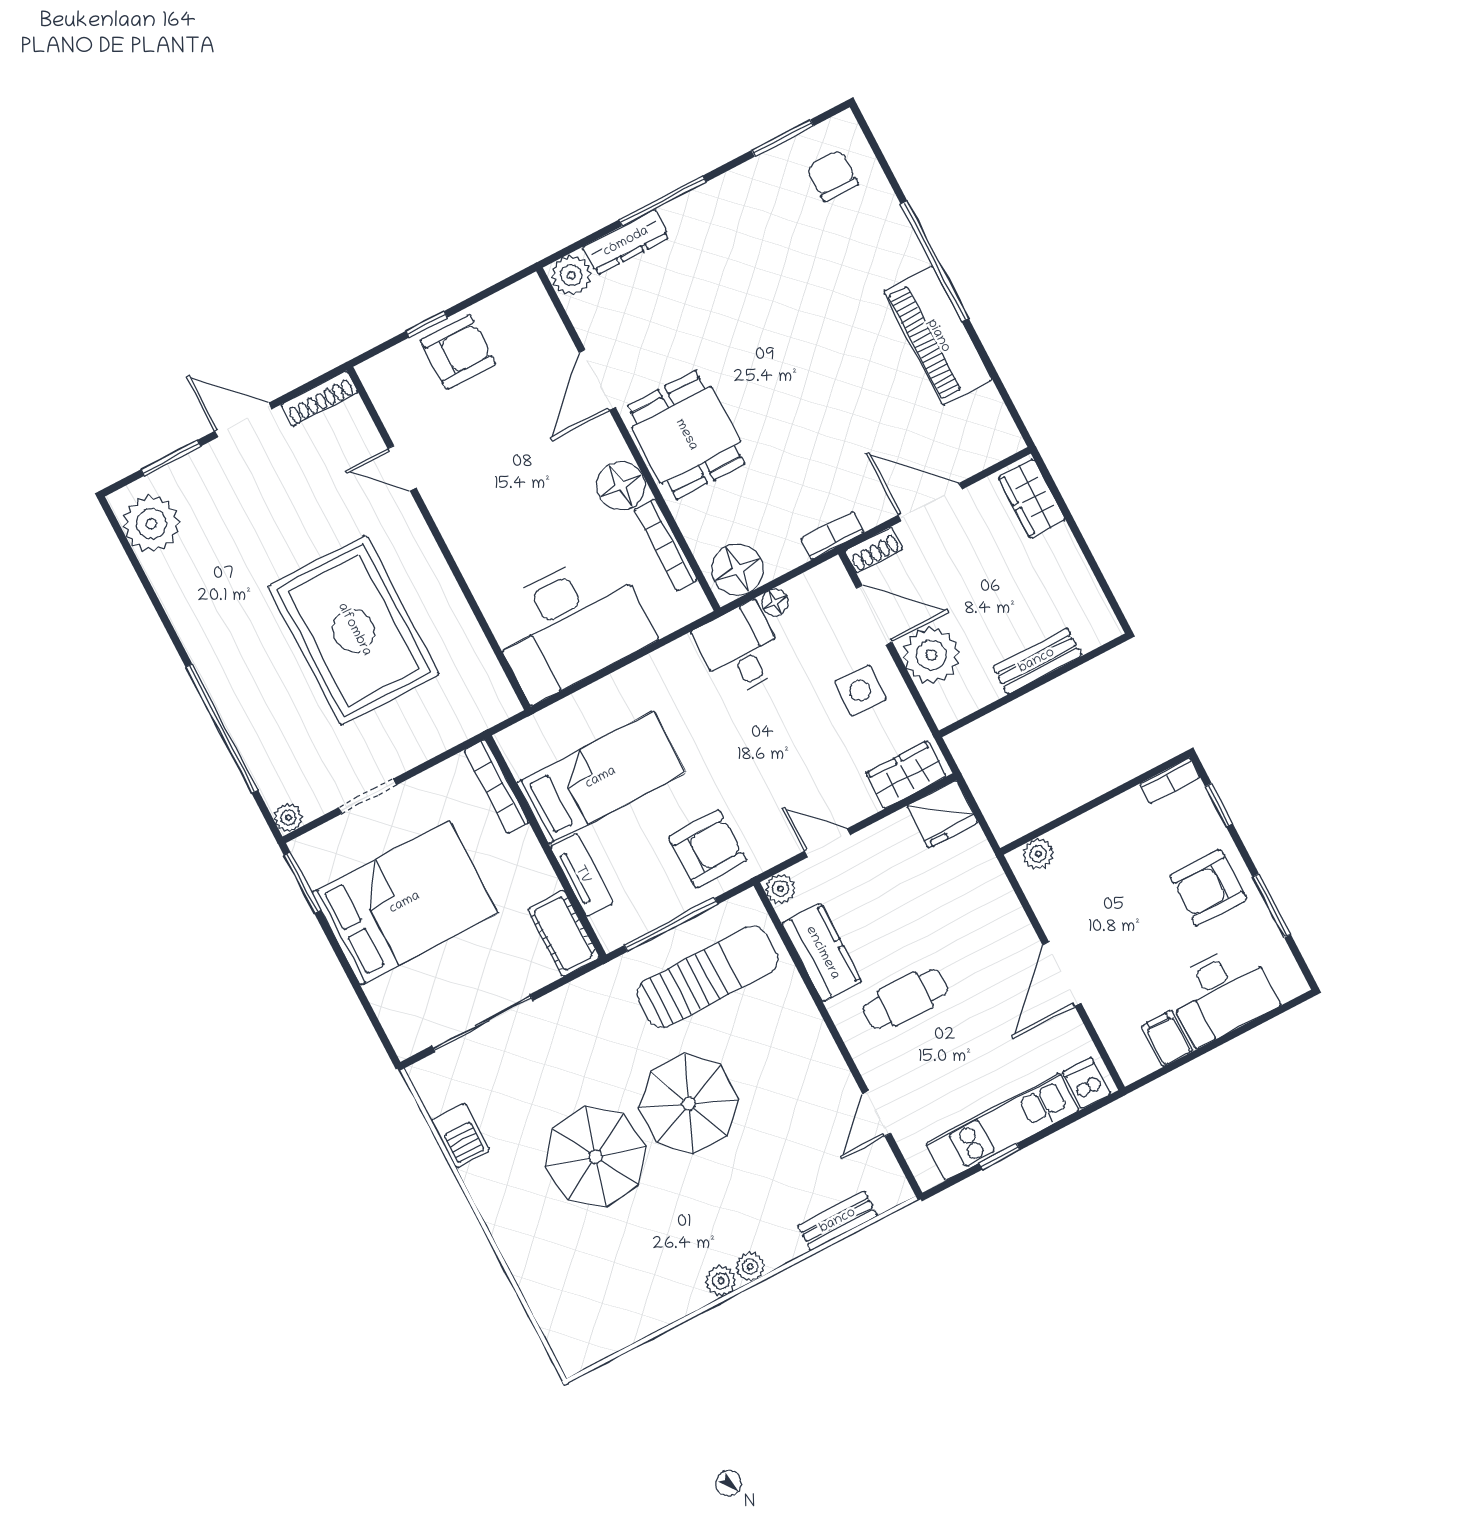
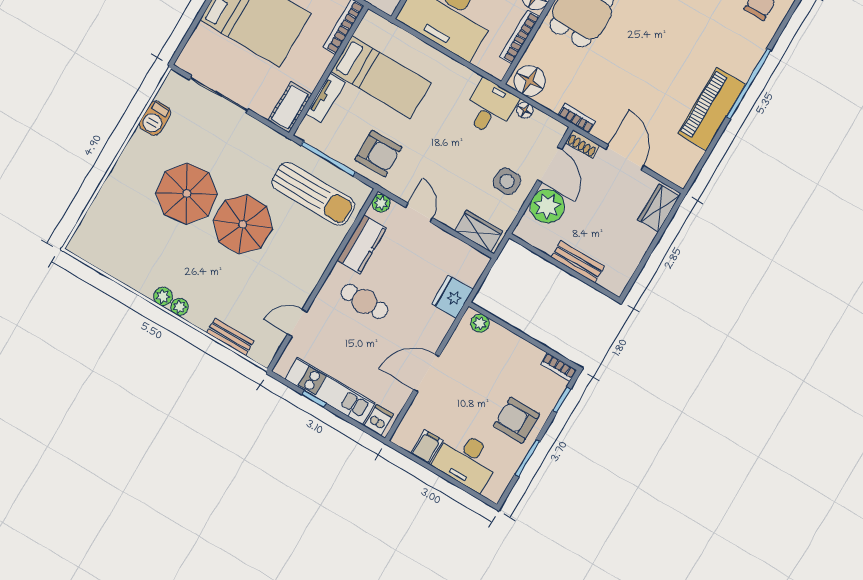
fridge: (942, 814) -> (452, 297), moved, turned 90

